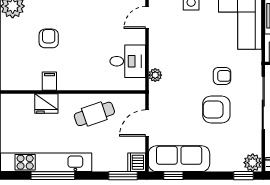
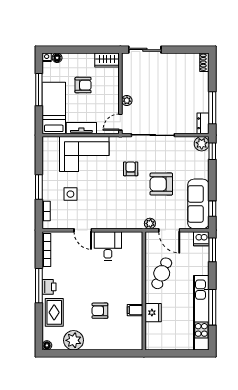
desk: (128, 61) -> (108, 246), moved
plant: (155, 75) -> (150, 223), moved
armchair: (216, 110) -> (161, 184), moved, turned 90
cafe table: (94, 114) -> (162, 273), turned 42

